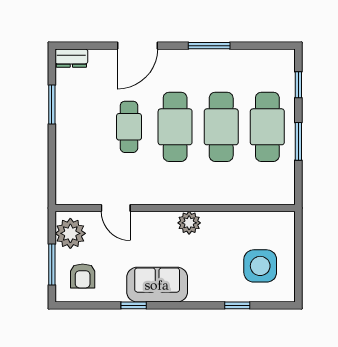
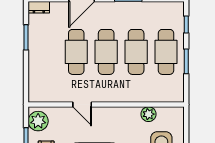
cafe table: (129, 127) -> (76, 52), width x1.37, depth x1.35
door: (116, 208) -> (82, 105), moved
plant: (189, 223) -> (149, 114), moved

